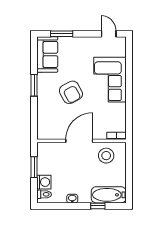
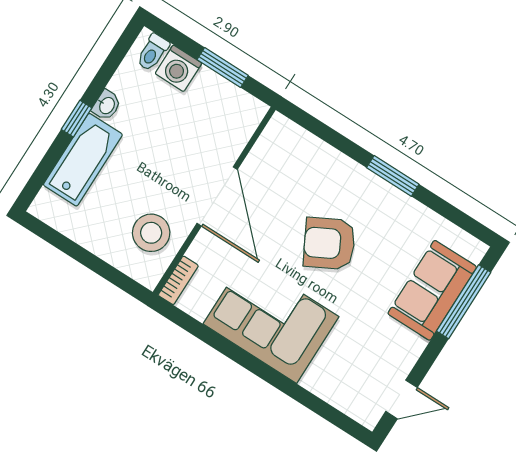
window: (62, 34) -> (464, 302), width x1.44
sofa: (47, 54) -> (432, 290), moved, turned 90
corner sofa: (110, 80) -> (271, 320), moved
bathtub: (109, 195) -> (83, 160), moved
window: (98, 206) -> (77, 119), moved

